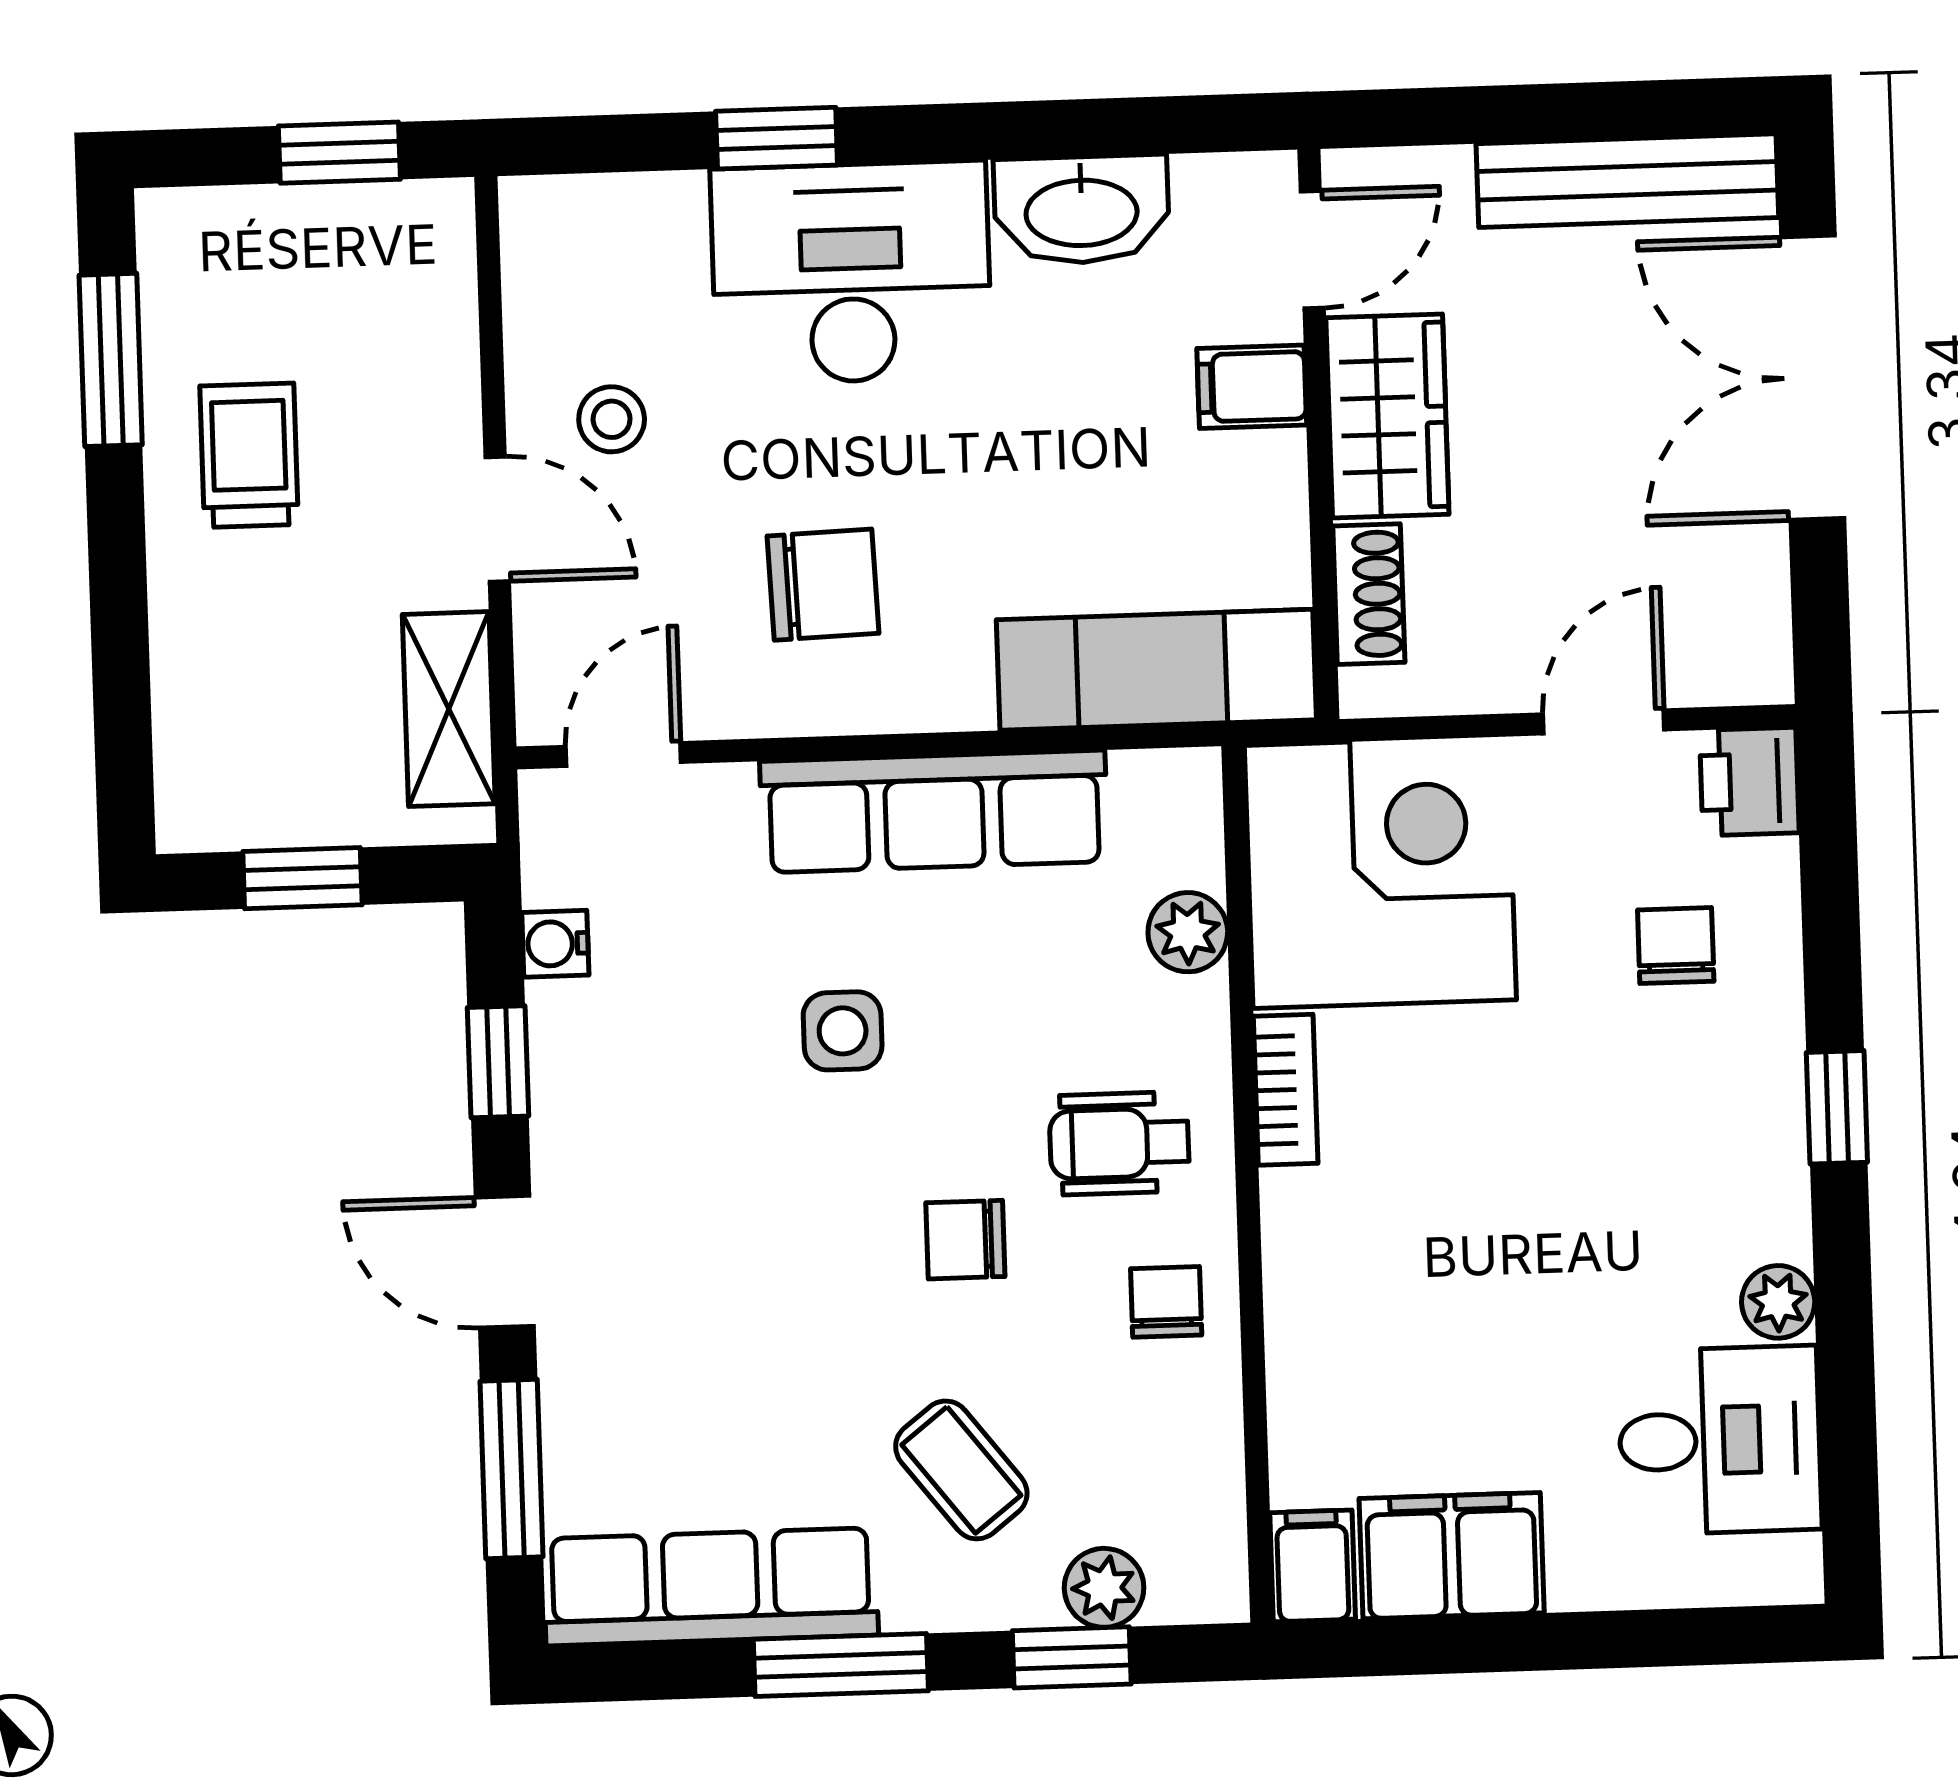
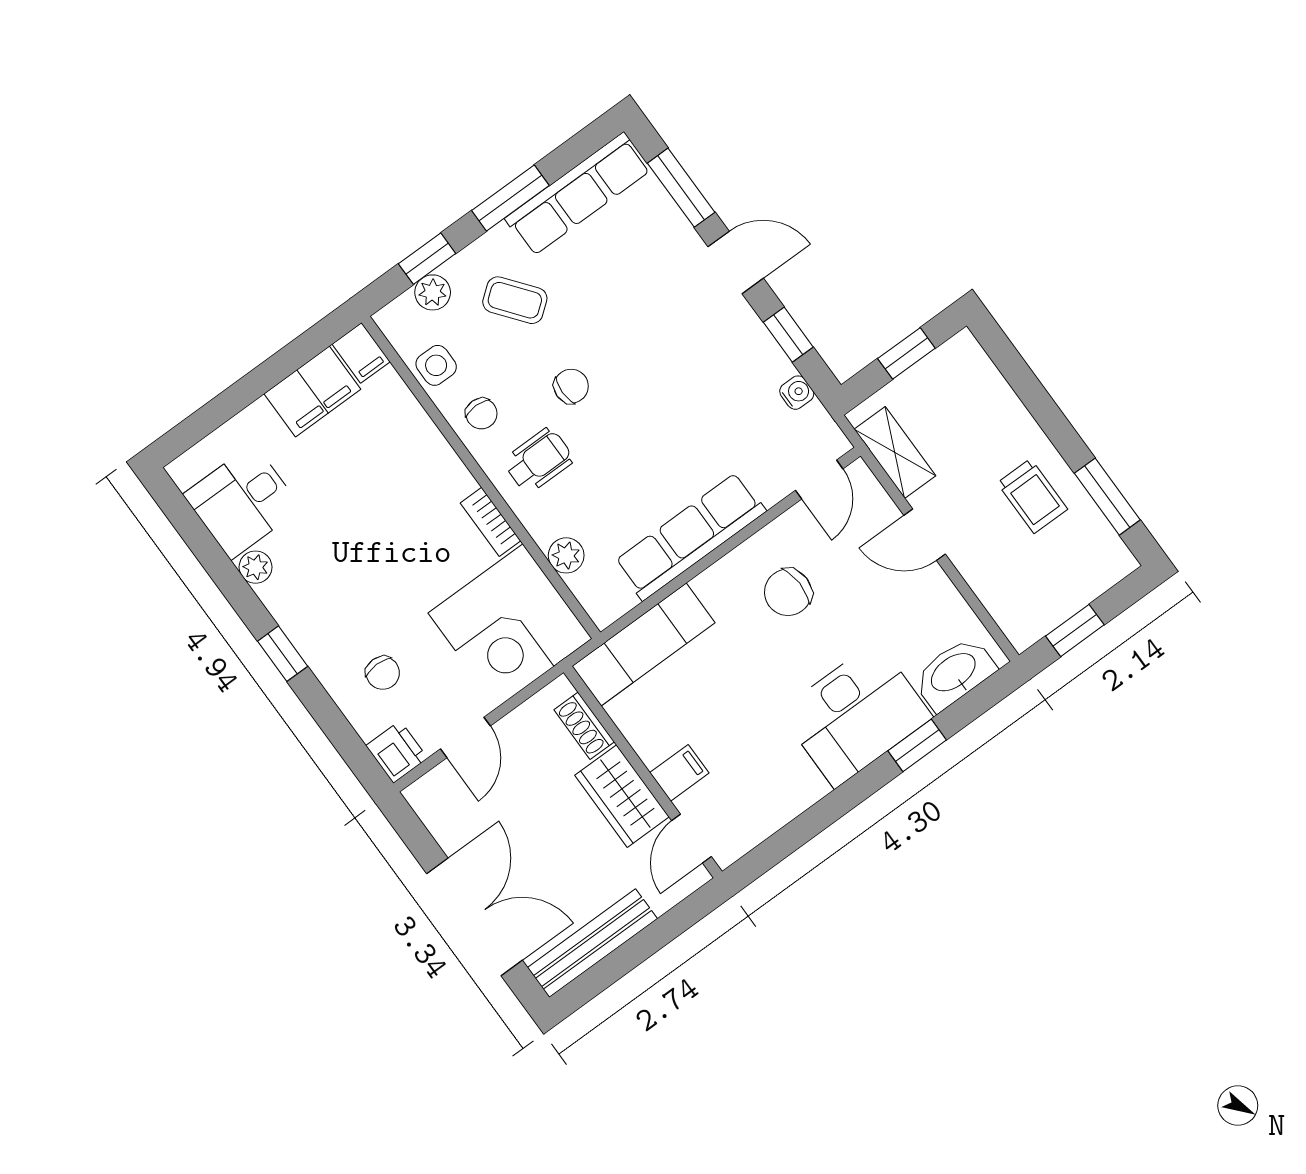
washbasin: (1081, 210) -> (954, 673), moved
stool: (612, 419) -> (907, 600), removed
side table: (843, 1031) -> (436, 365), moved

